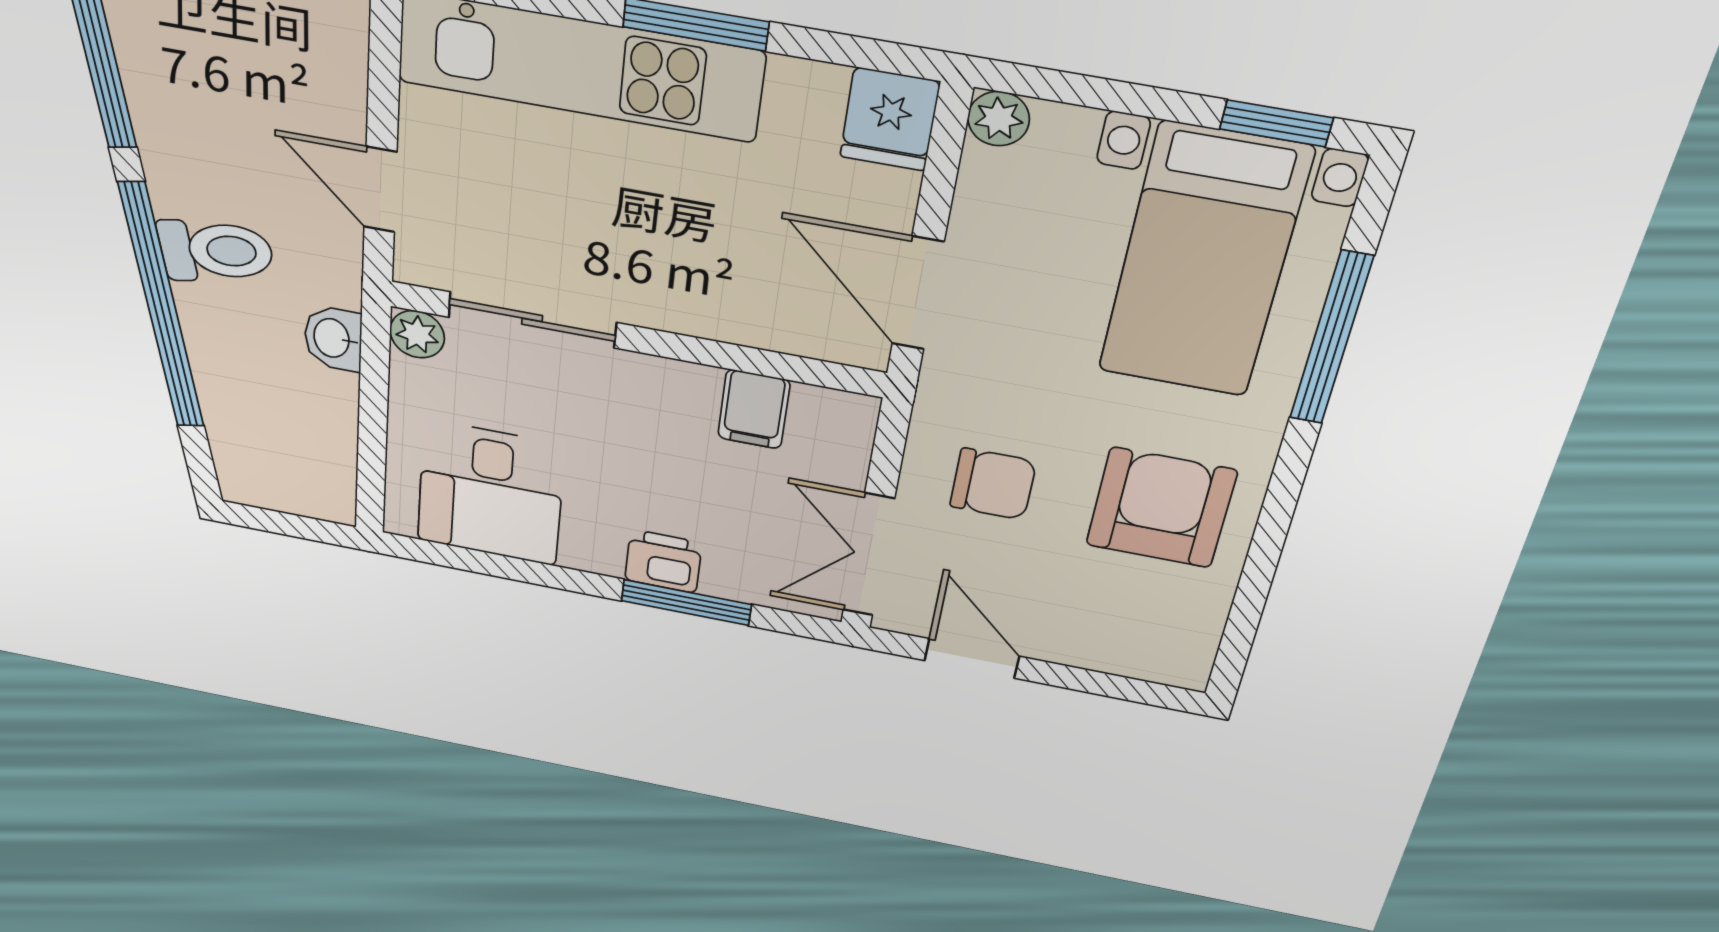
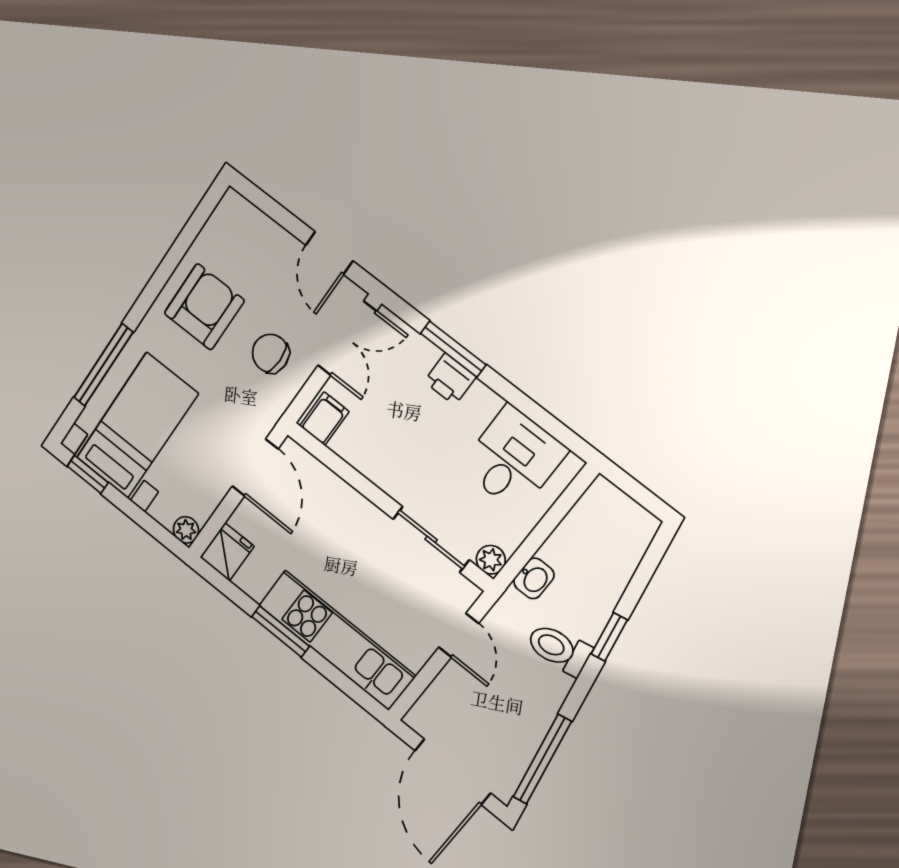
window: (162, 307) -> (609, 637), width x0.32
filing cabinet: (754, 409) -> (324, 419), moved
armchair: (1161, 508) -> (204, 307), turned 180

